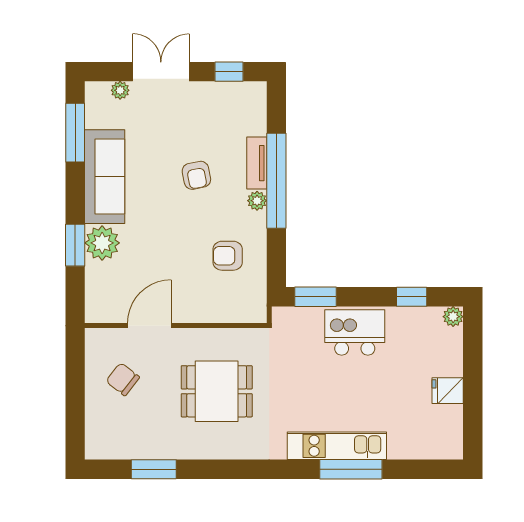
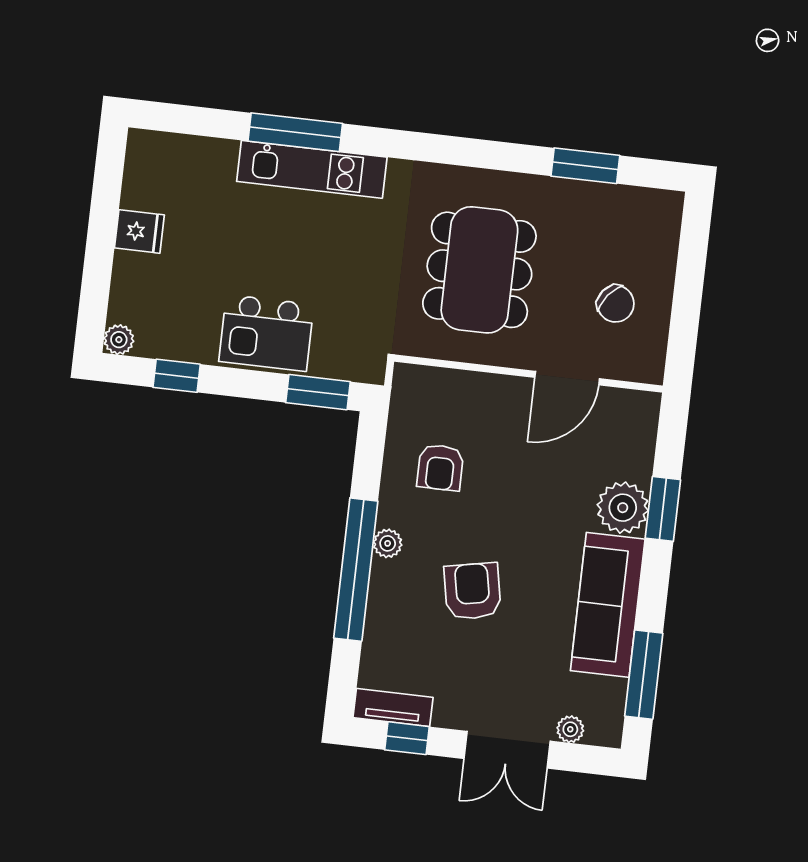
tv unit: (257, 163) -> (393, 707), moved, turned -90
armchair: (196, 175) -> (472, 591), width x1.38, depth x1.38
armchair: (228, 256) -> (440, 467), turned 90
dining table: (217, 391) -> (479, 270), width x1.37

